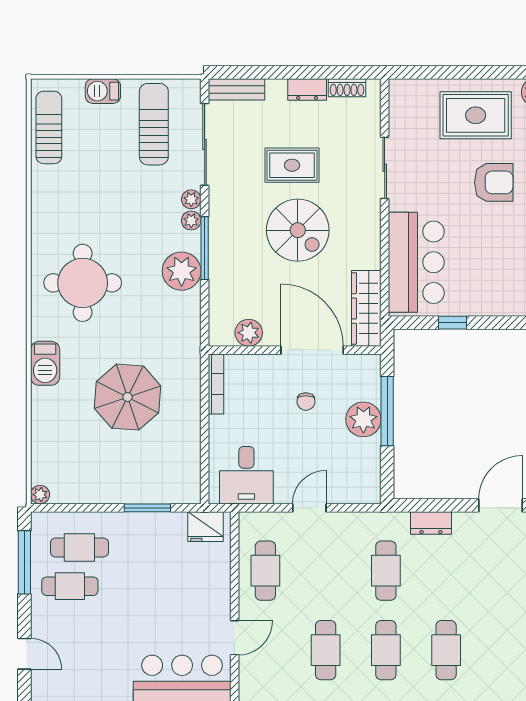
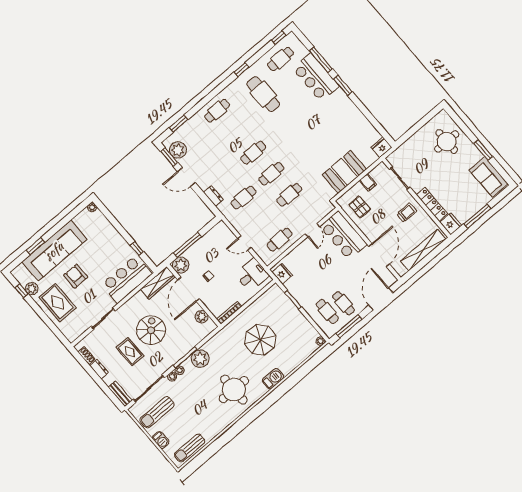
plant: (363, 419) -> (181, 265), moved
door: (235, 638) -> (312, 230), swing flipped
door: (24, 654) -> (381, 299), width x1.87

